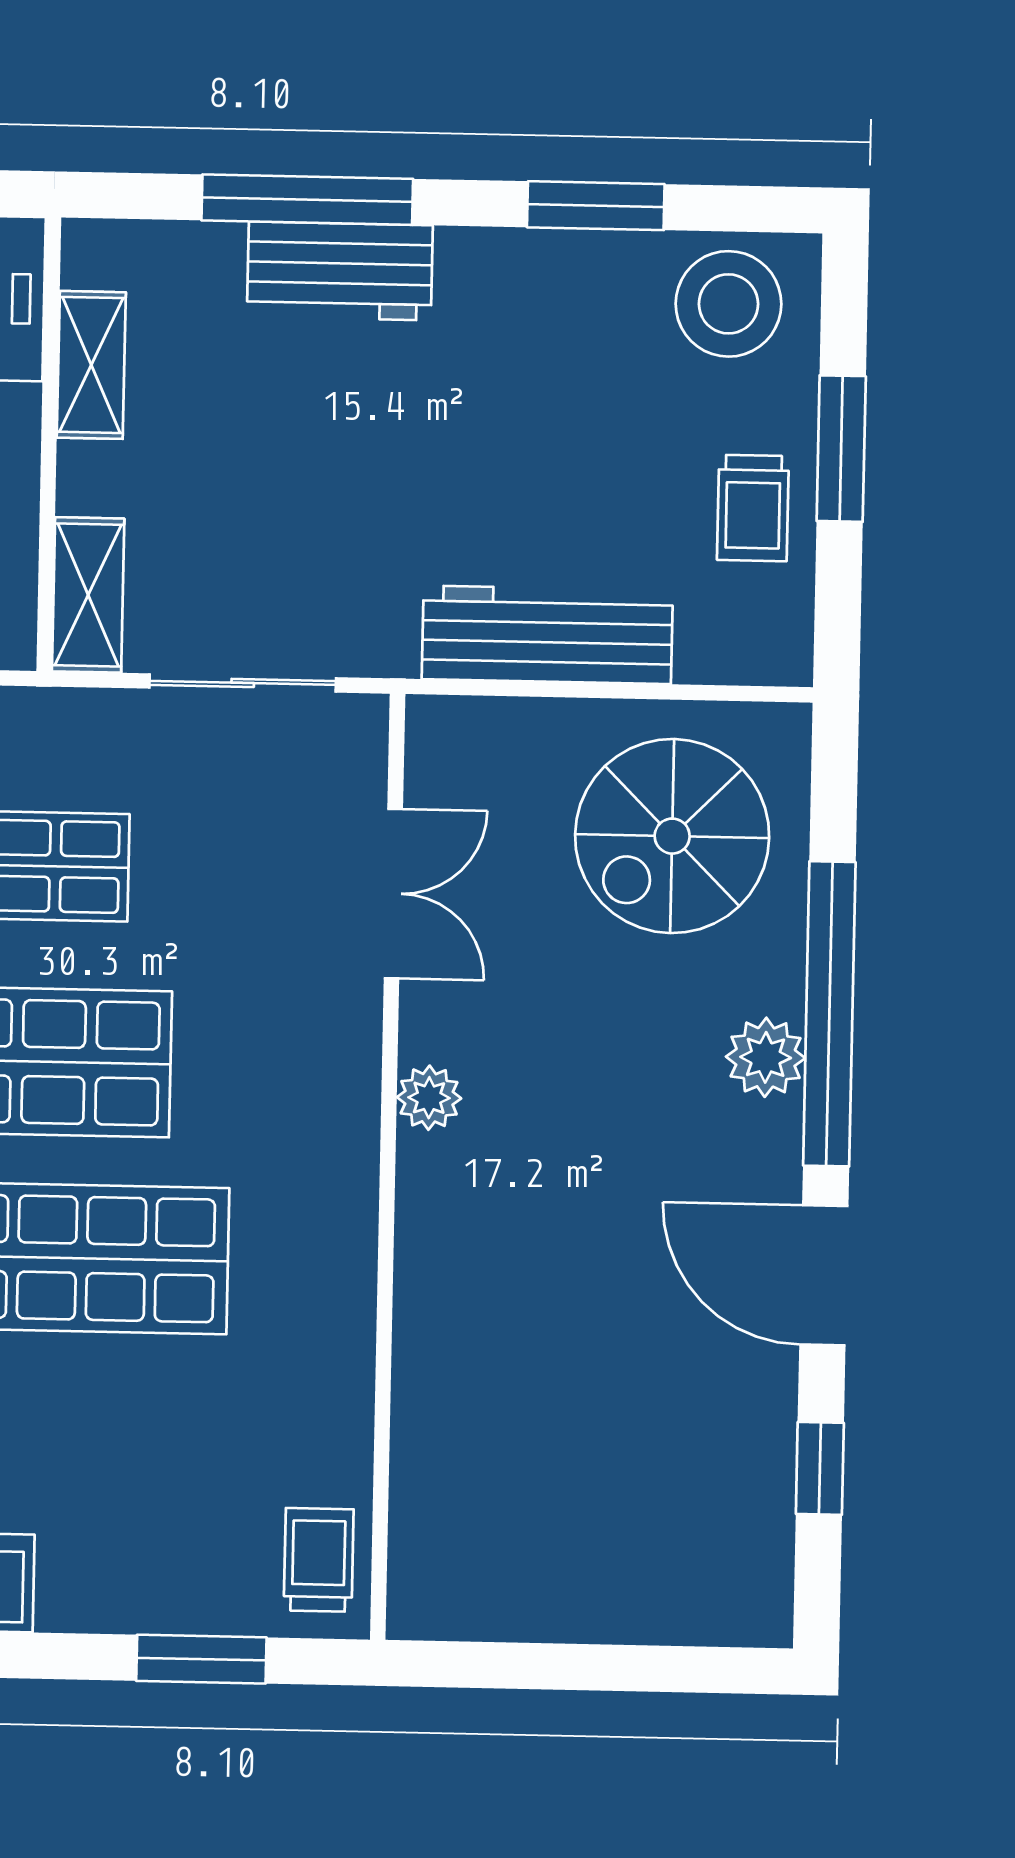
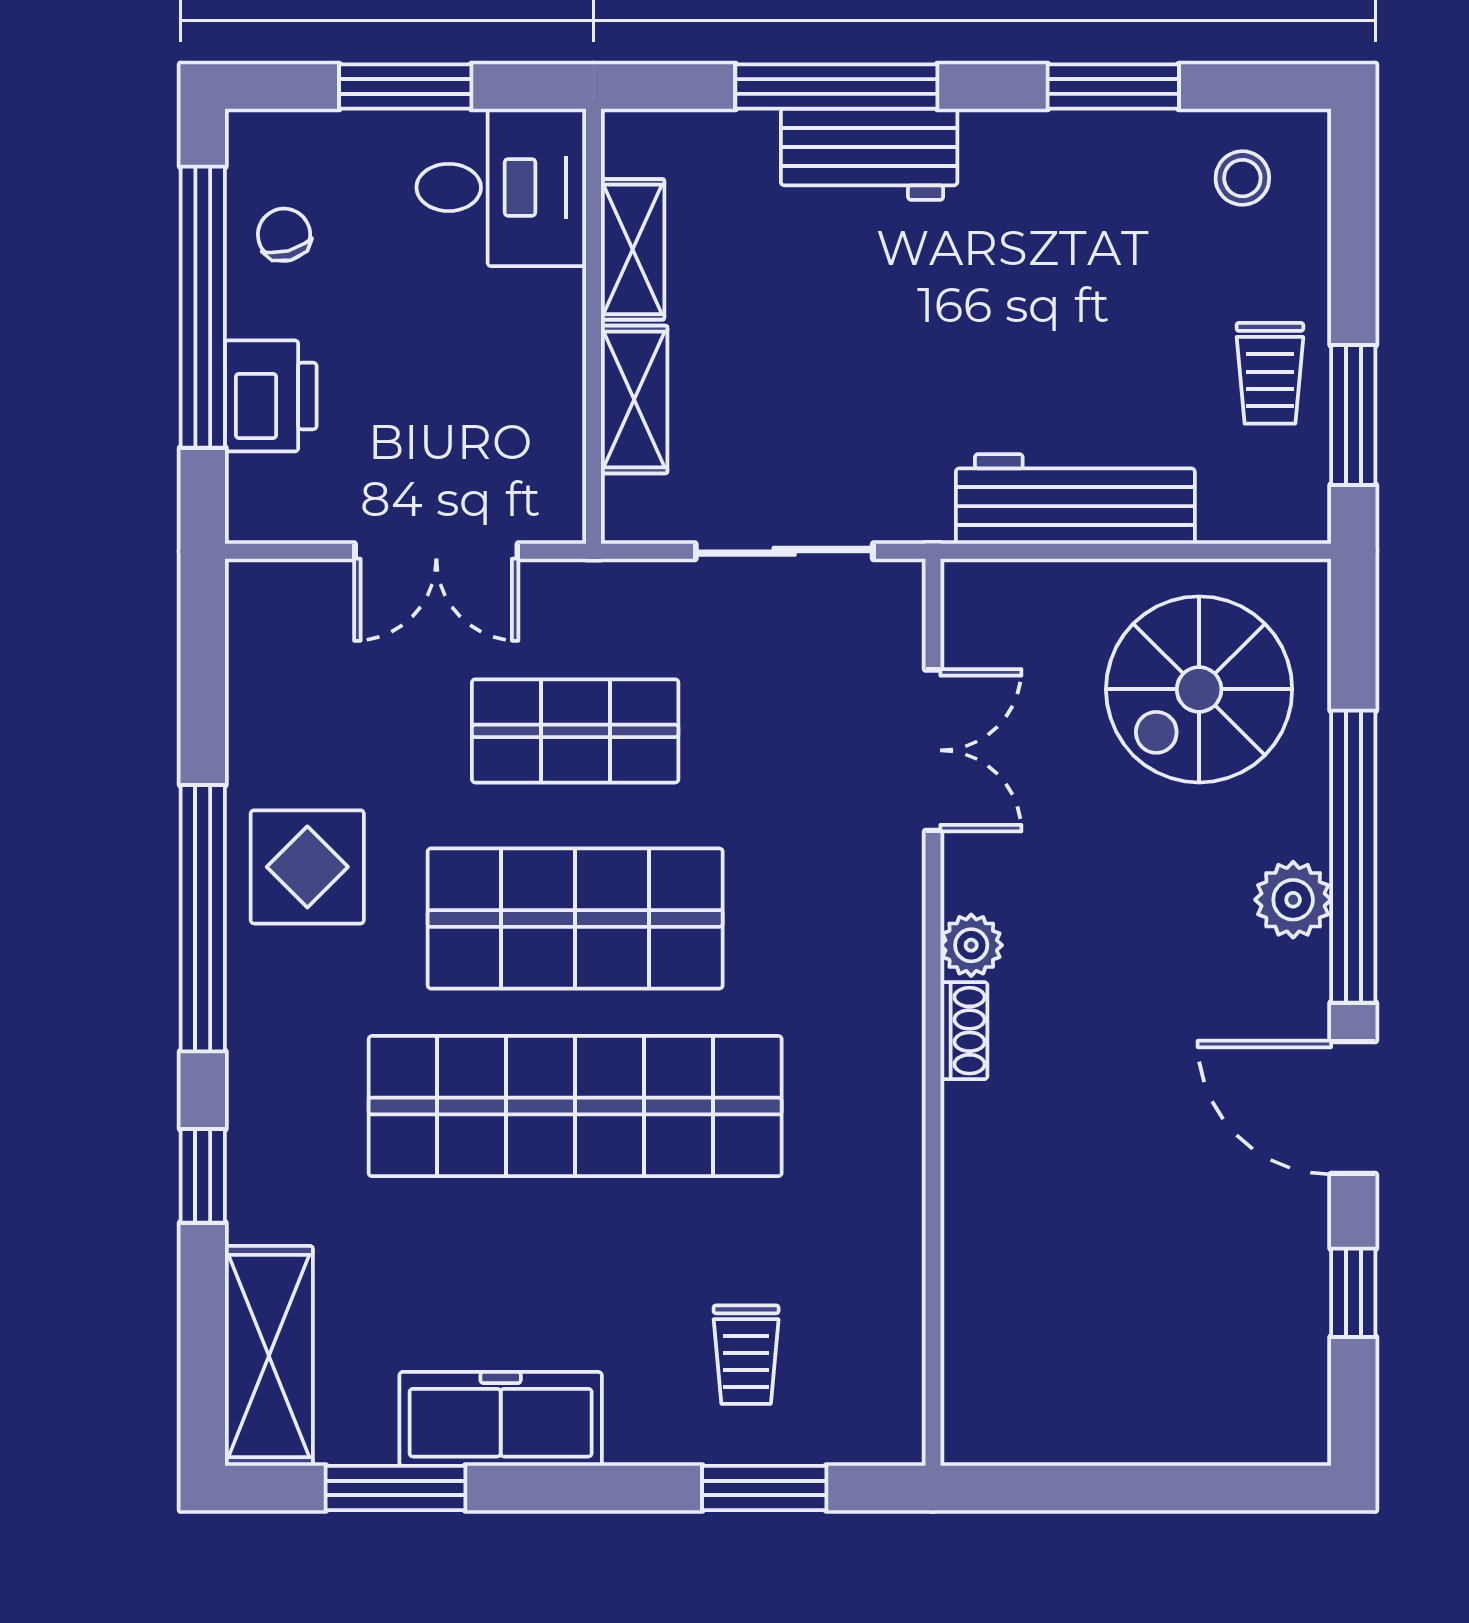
stool: (728, 304) -> (1242, 178), width x0.53, depth x0.53
window: (841, 449) -> (1353, 415), moved
shelving: (88, 595) -> (634, 399), moved
shoe rack: (419, 1187) -> (964, 1031), added
trolley: (319, 1560) -> (746, 1355), moved, turned 180

